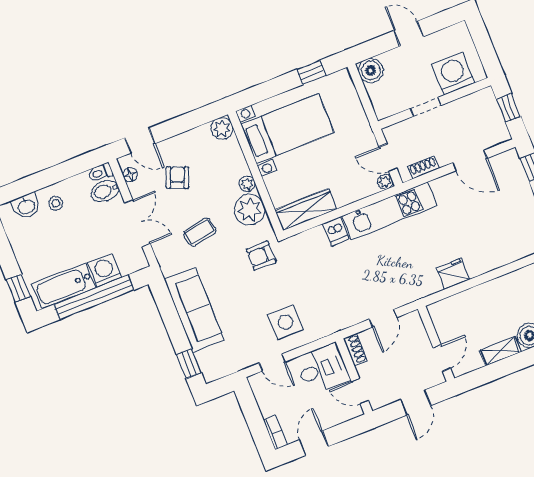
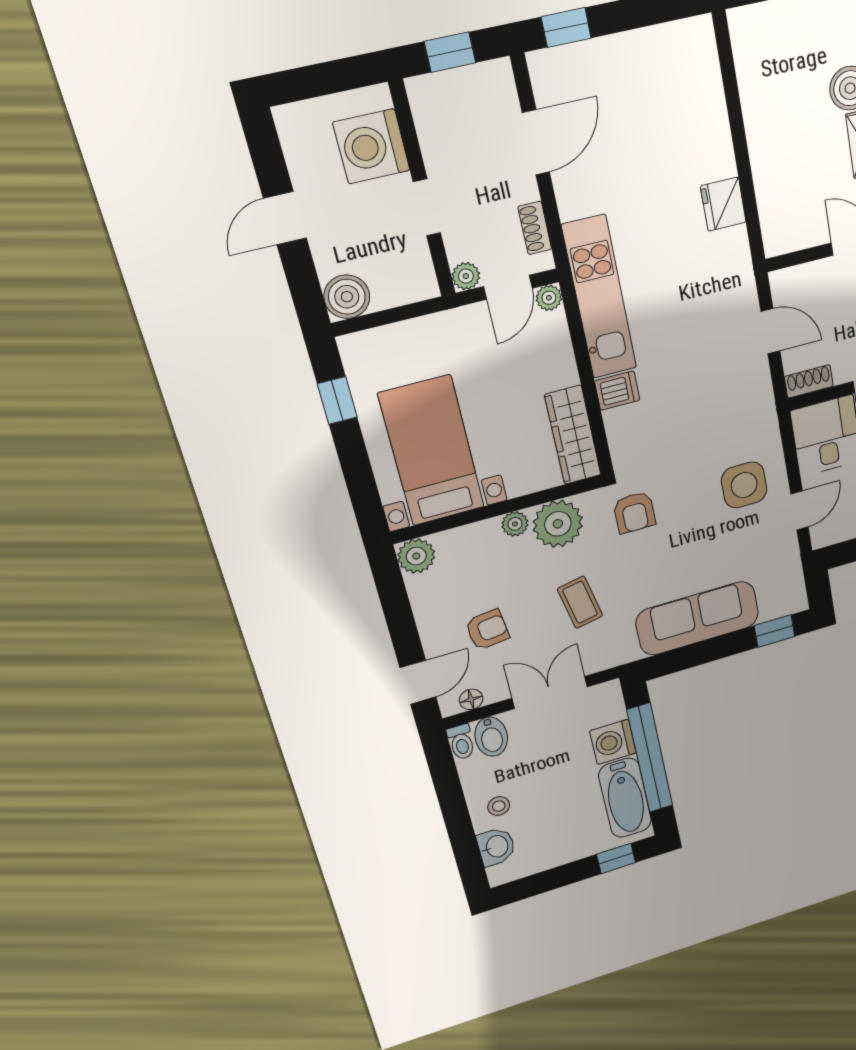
plant: (391, 133) -> (466, 276), added
armchair: (177, 178) -> (487, 630), turned 151

